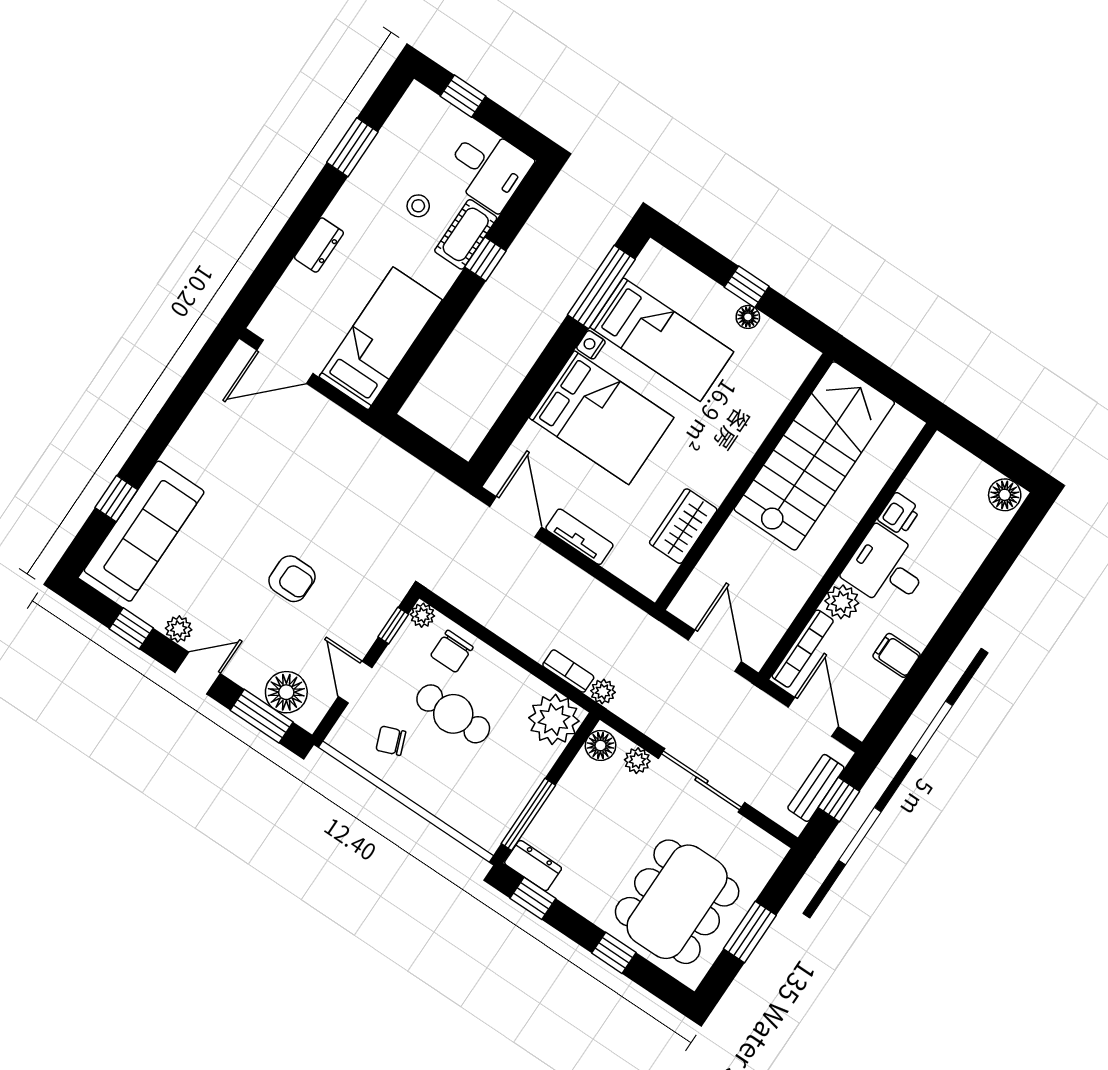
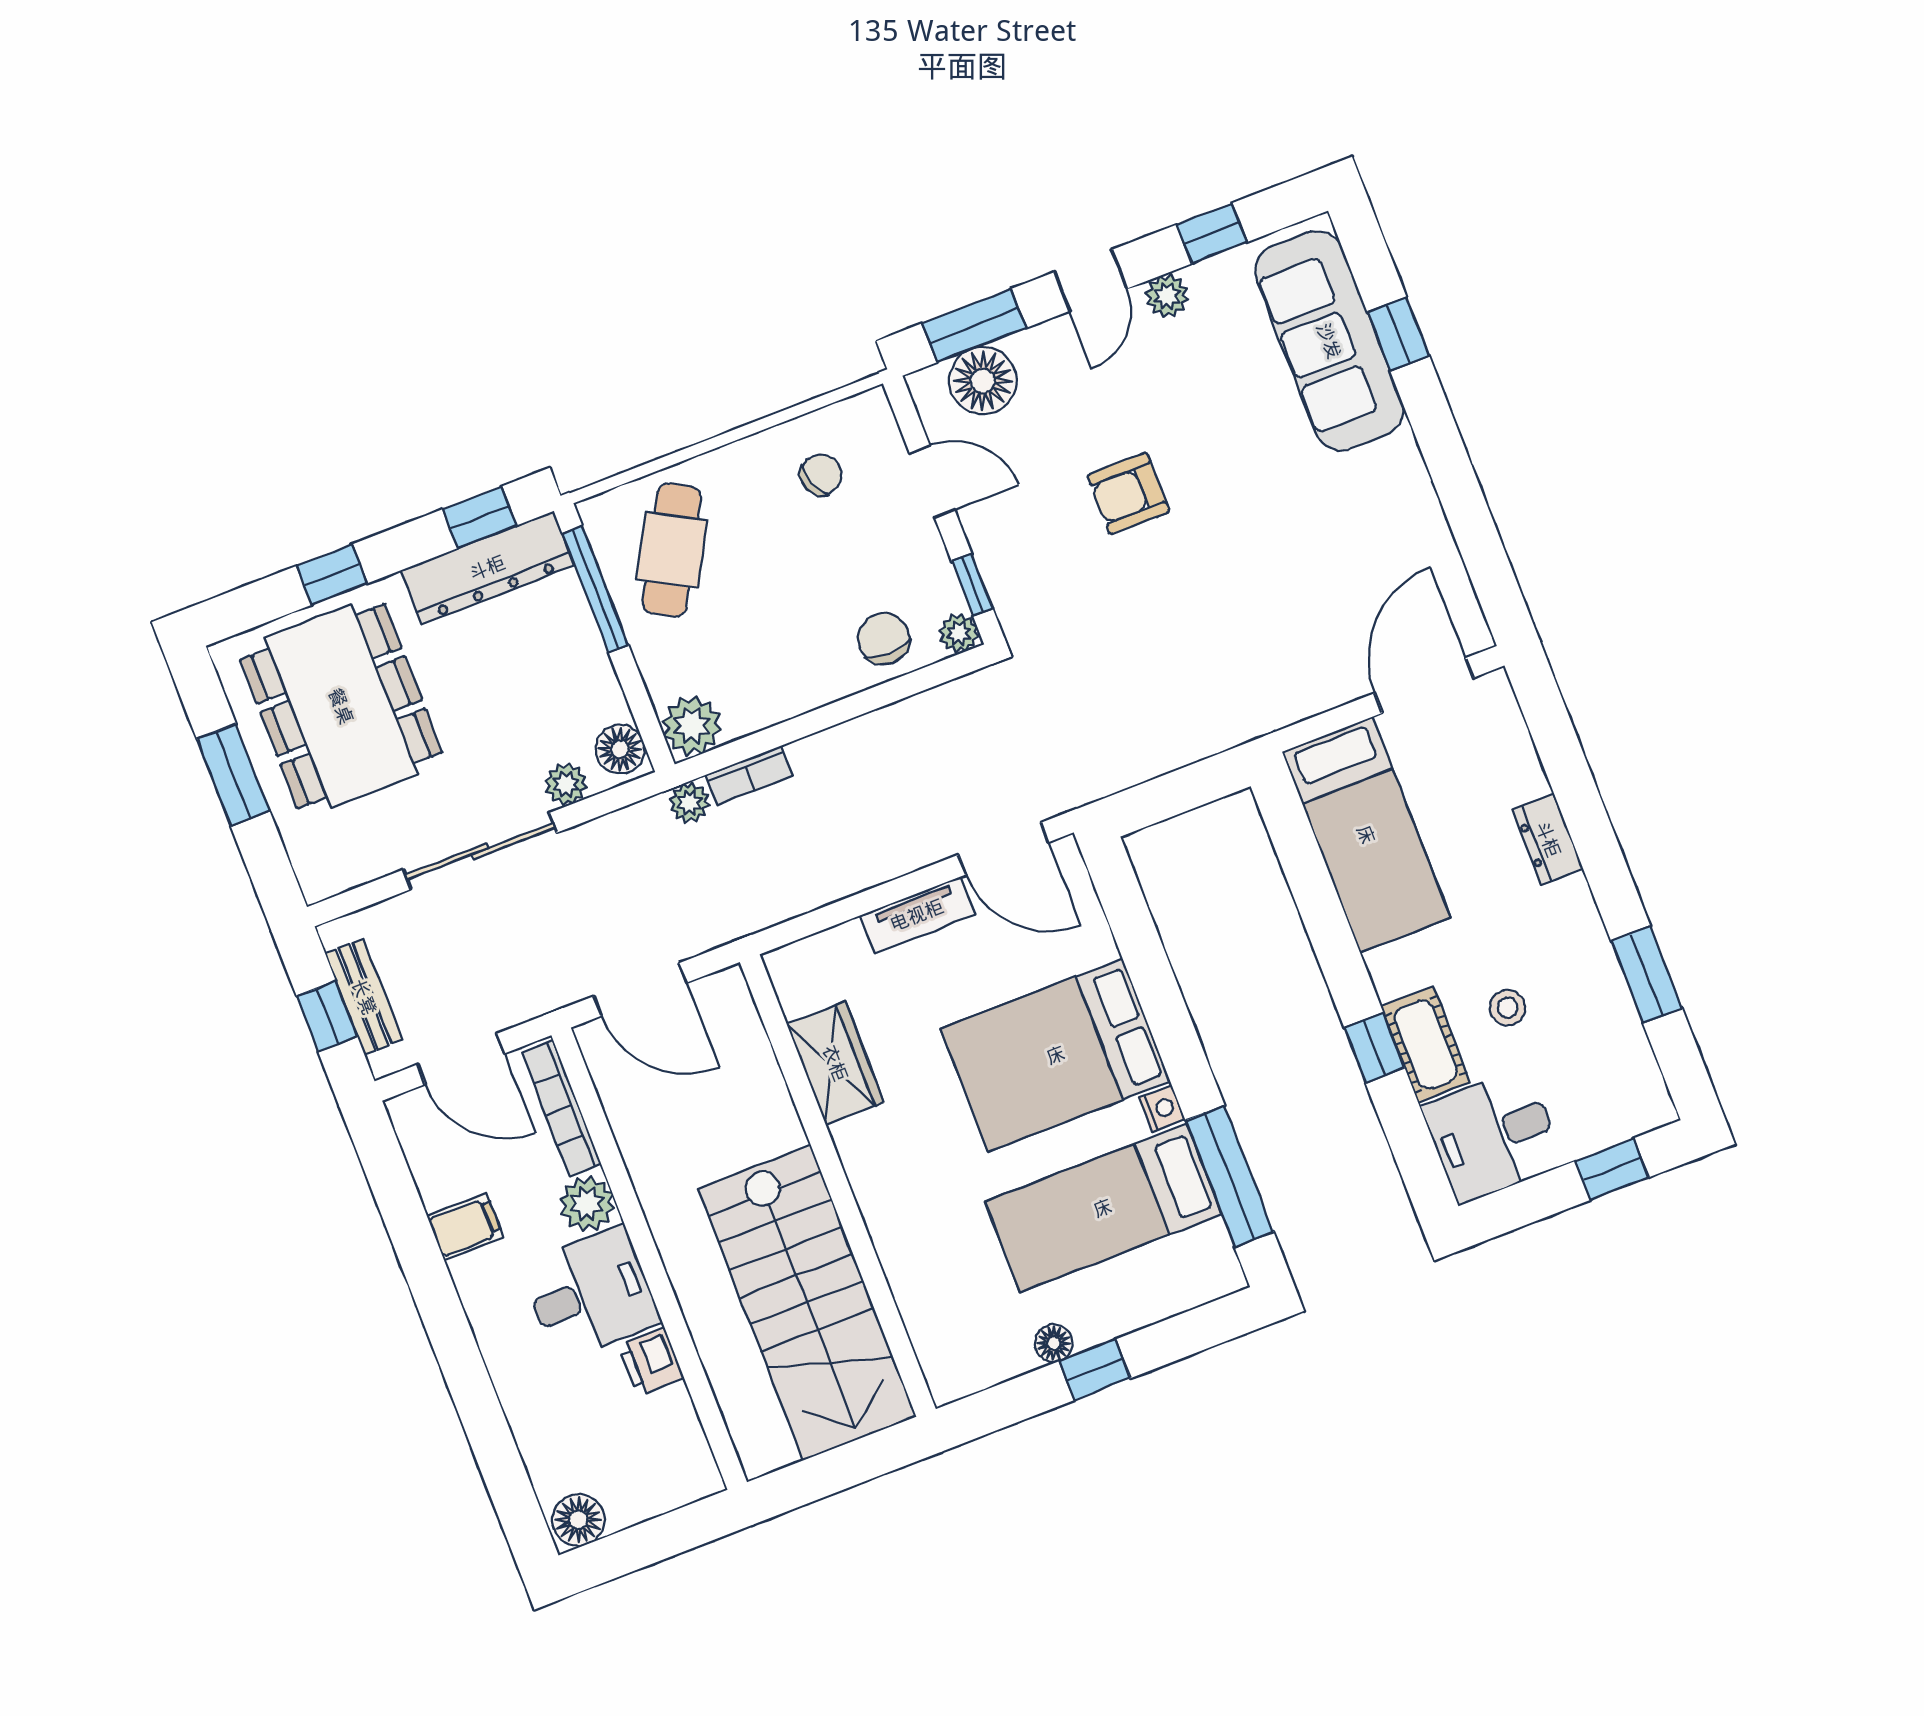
cafe table: (453, 714) -> (672, 550), moved, turned -61
plant: (554, 719) -> (692, 726), width x0.73, depth x0.73
dresser: (533, 866) -> (487, 568), width x1.96, depth x1.24

